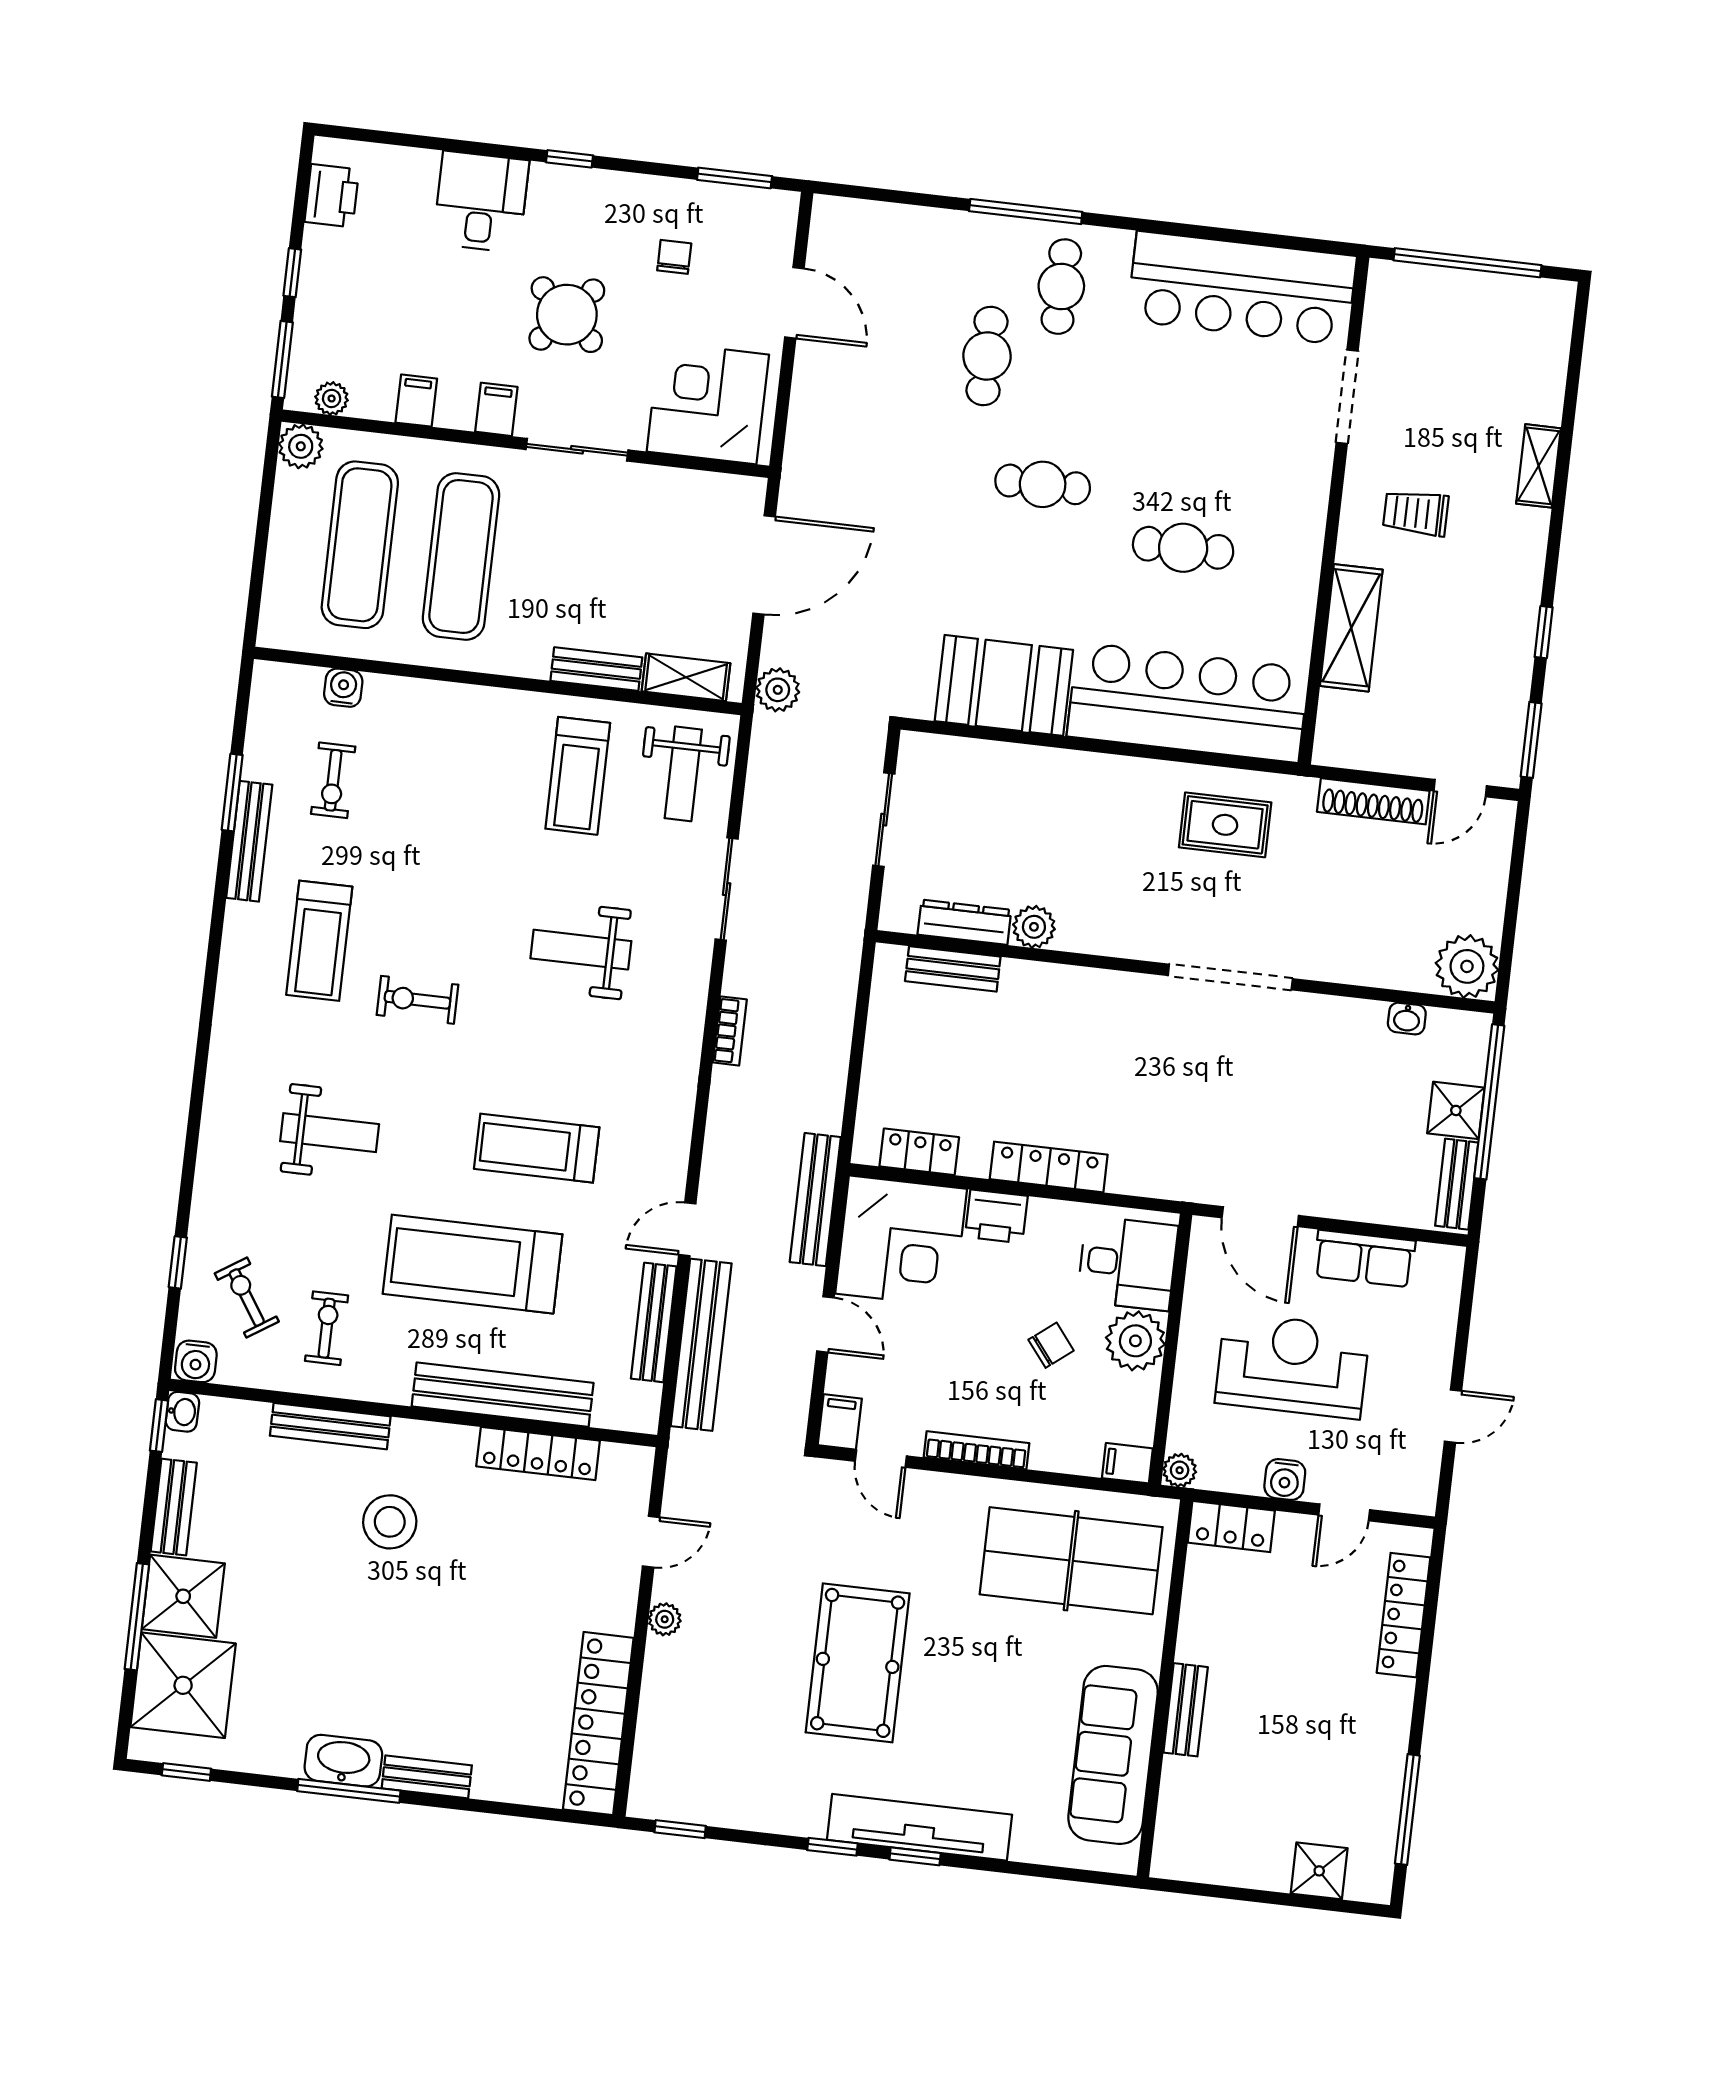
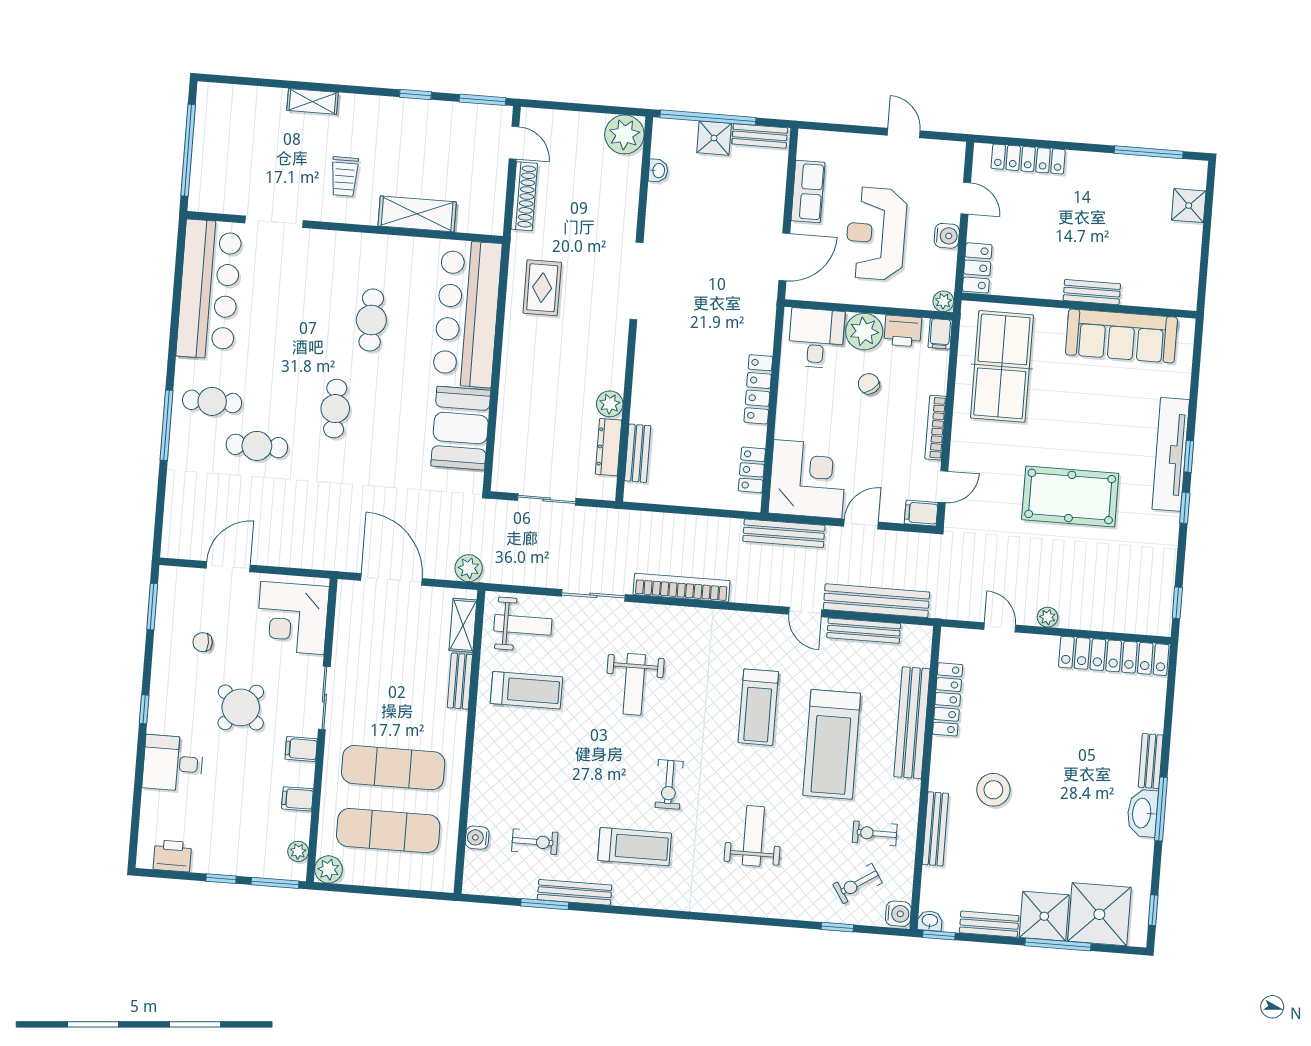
bookcase: (730, 1031) -> (681, 588), width x2.31, depth x1.31
printer: (996, 1216) -> (903, 331), moved, turned 90

